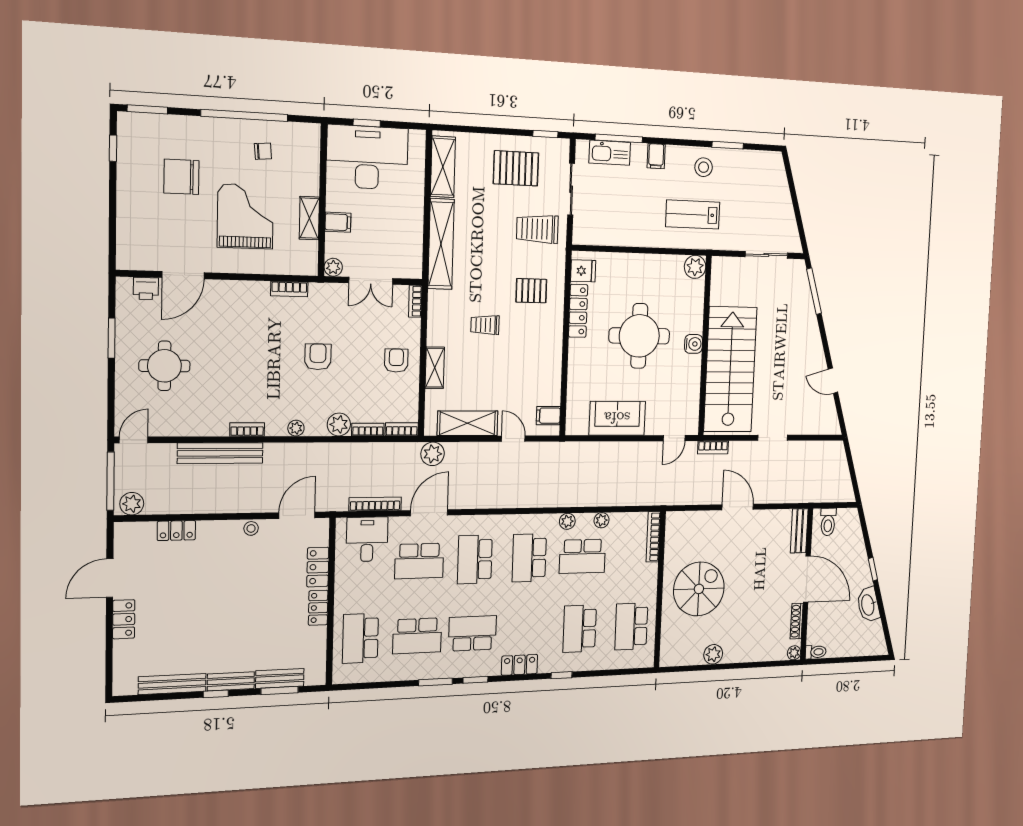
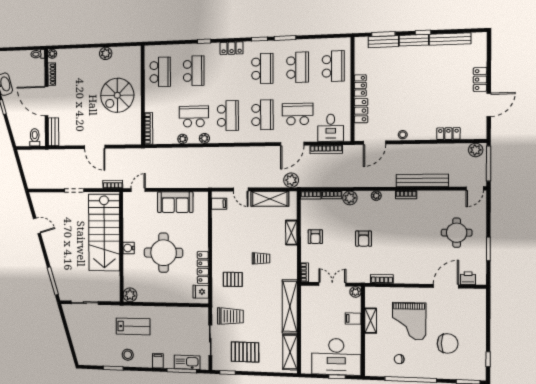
school desk: (473, 633) -> (262, 69), turned -90
school desk: (417, 636) -> (298, 67), turned 90

